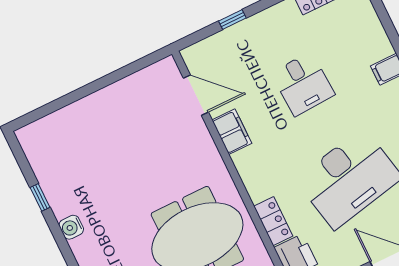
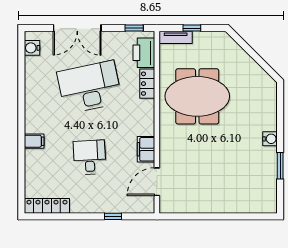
door: (196, 95) -> (157, 182), hinge flipped
window: (40, 197) -> (280, 166), width x1.50

